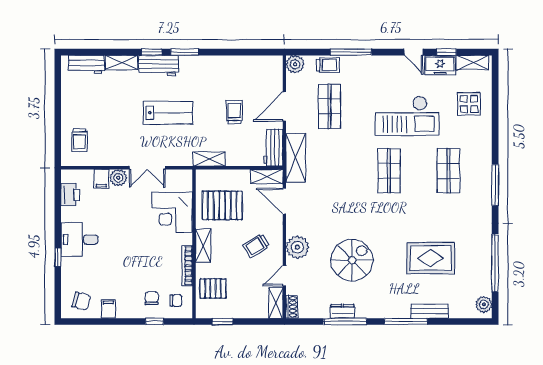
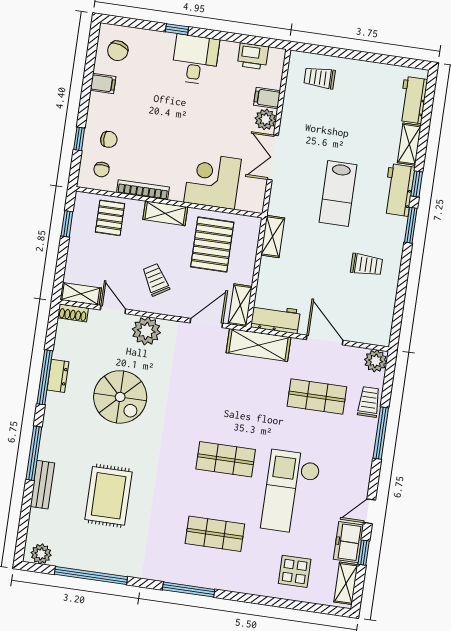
trolley: (328, 65) -> (369, 402), turned 180
trolley: (234, 112) -> (367, 265), moved

